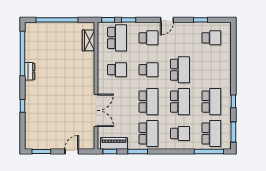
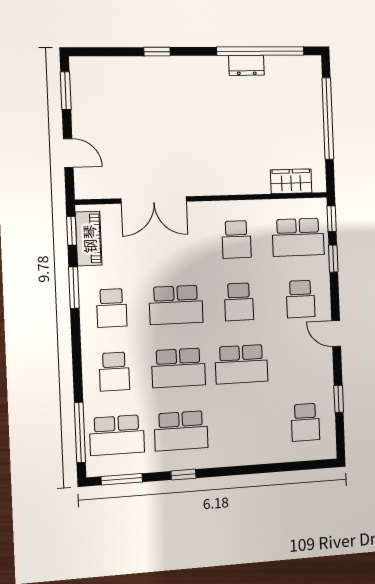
dresser: (30, 71) -> (246, 65), moved
school desk: (148, 133) -> (112, 308), width x0.54

